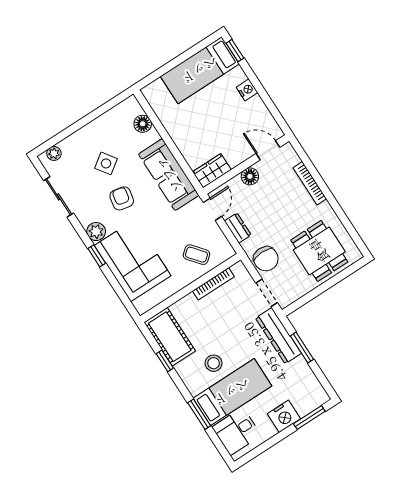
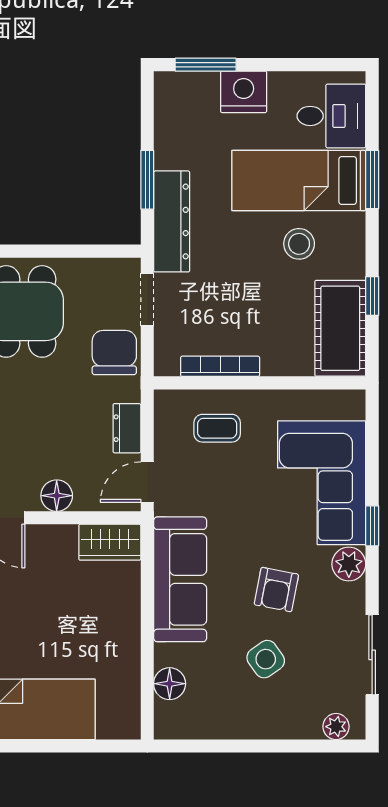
coffee table: (196, 255) -> (217, 428), turned -51

